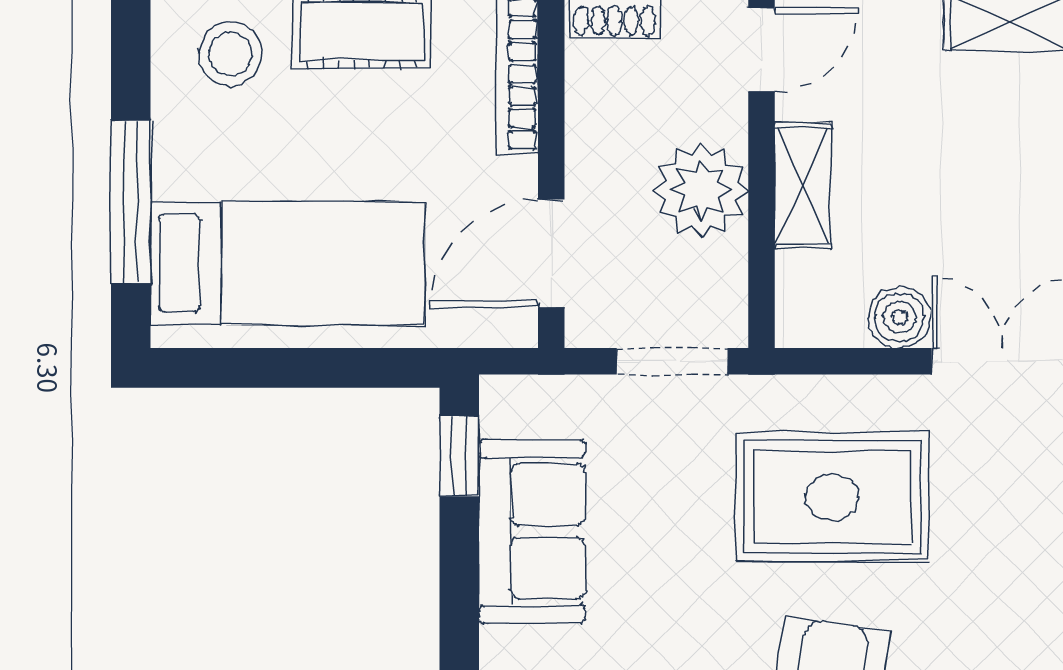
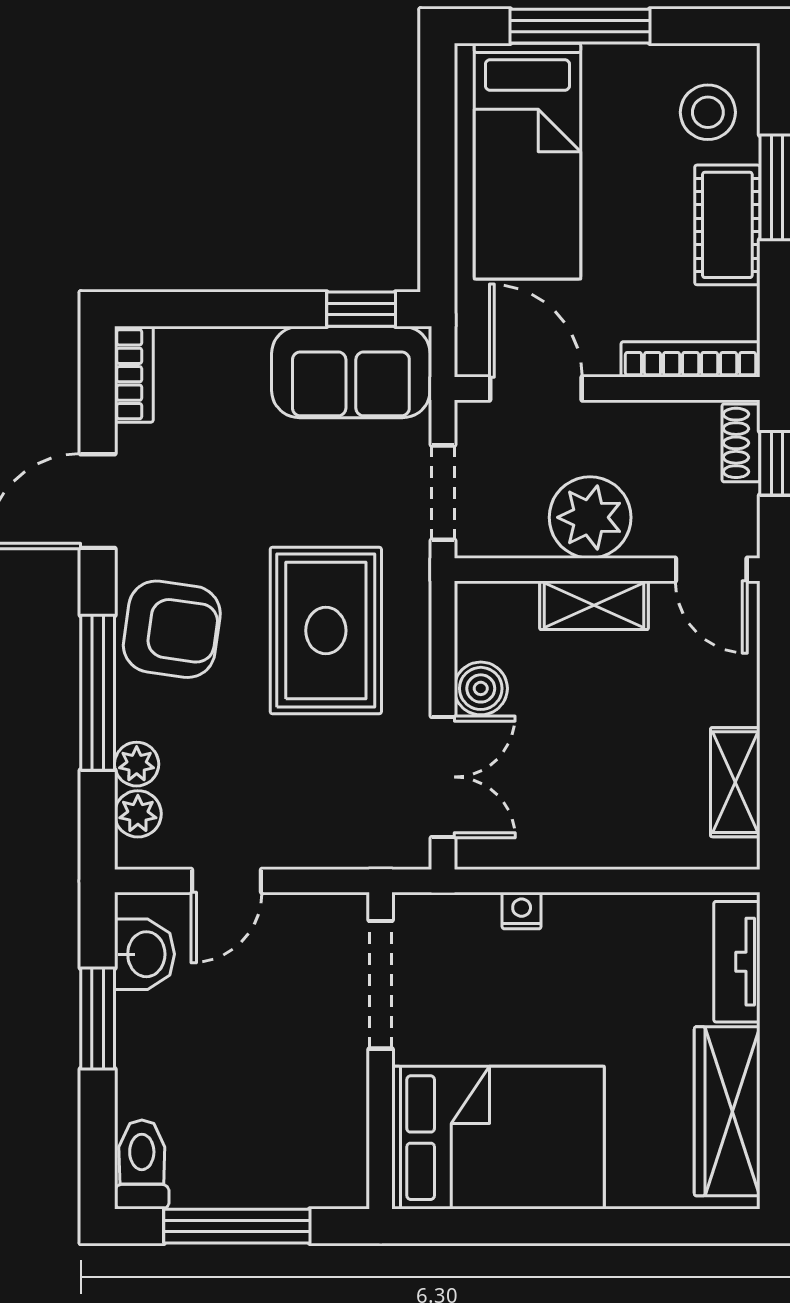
sofa: (532, 531) -> (351, 372), moved

